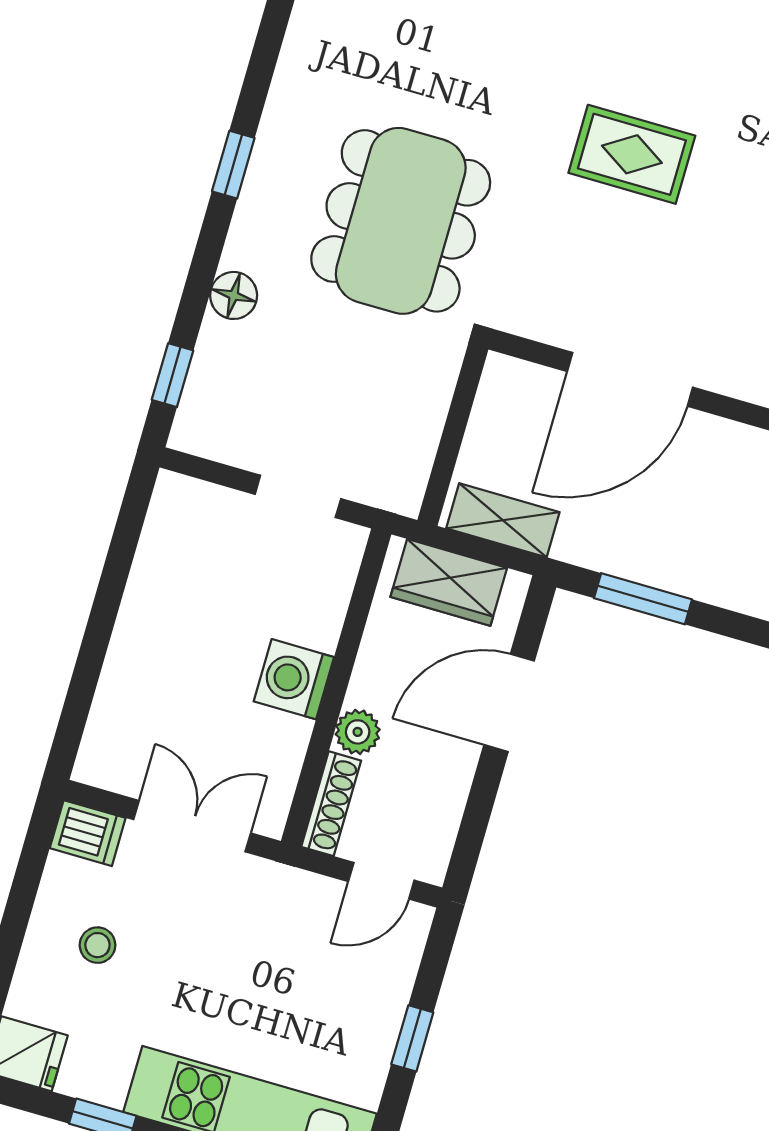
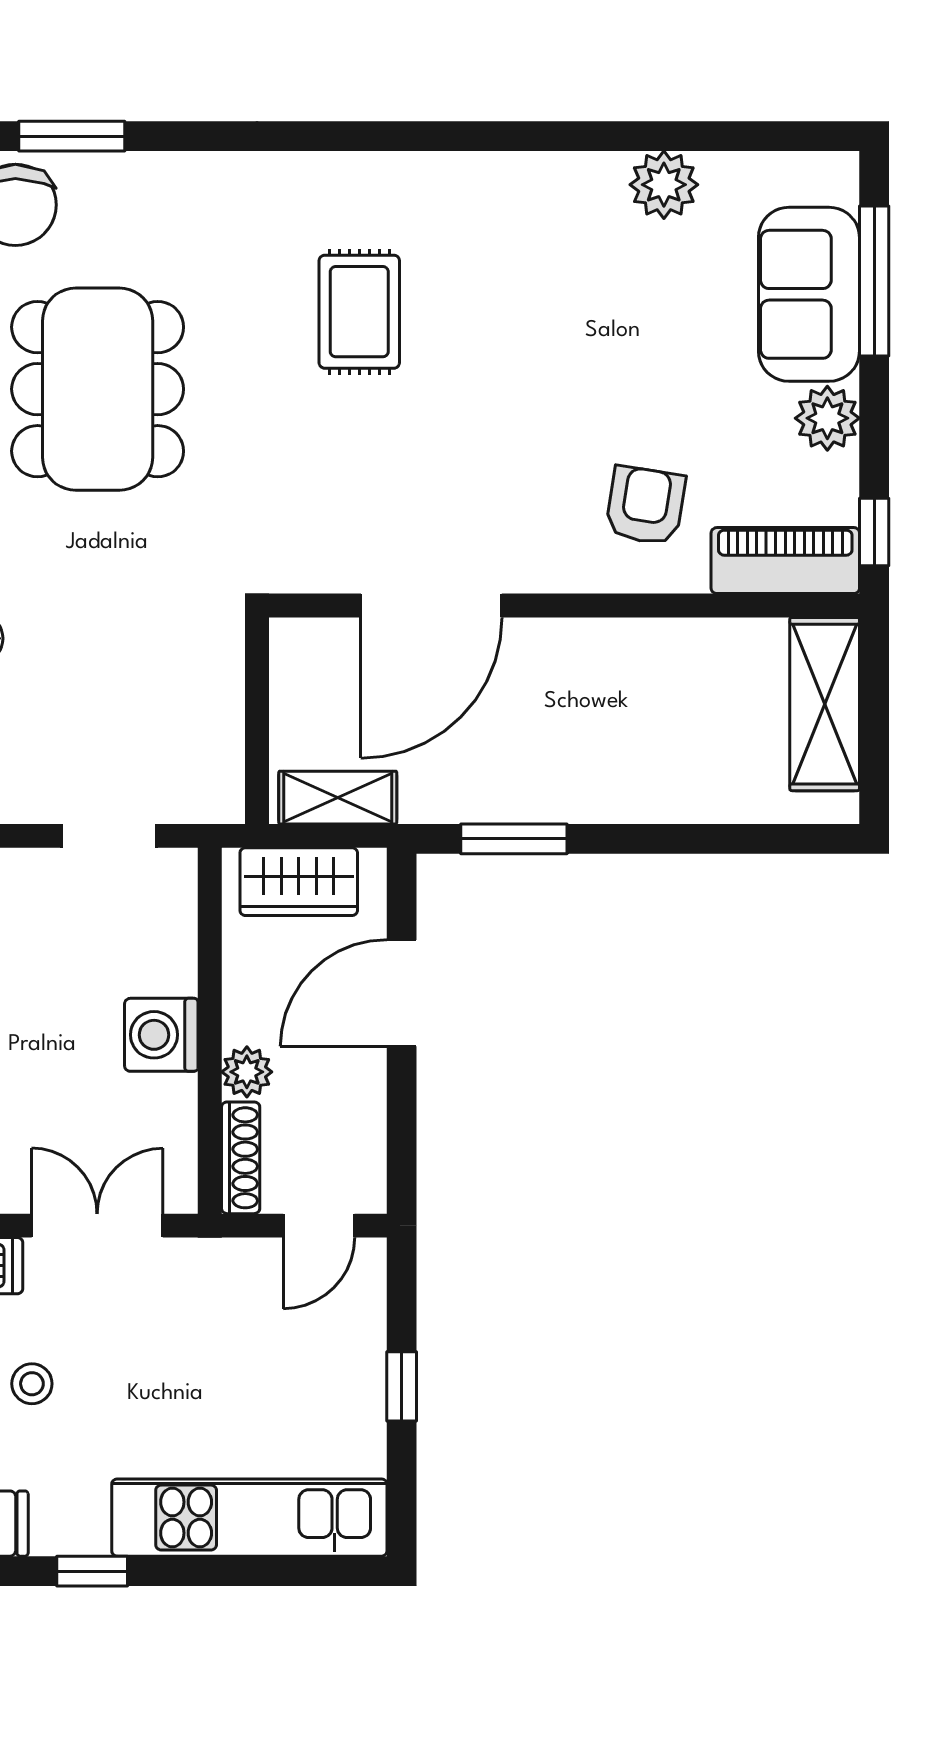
rug: (632, 154) -> (359, 312), moved, turned 90
dining table: (401, 221) -> (98, 389), moved

